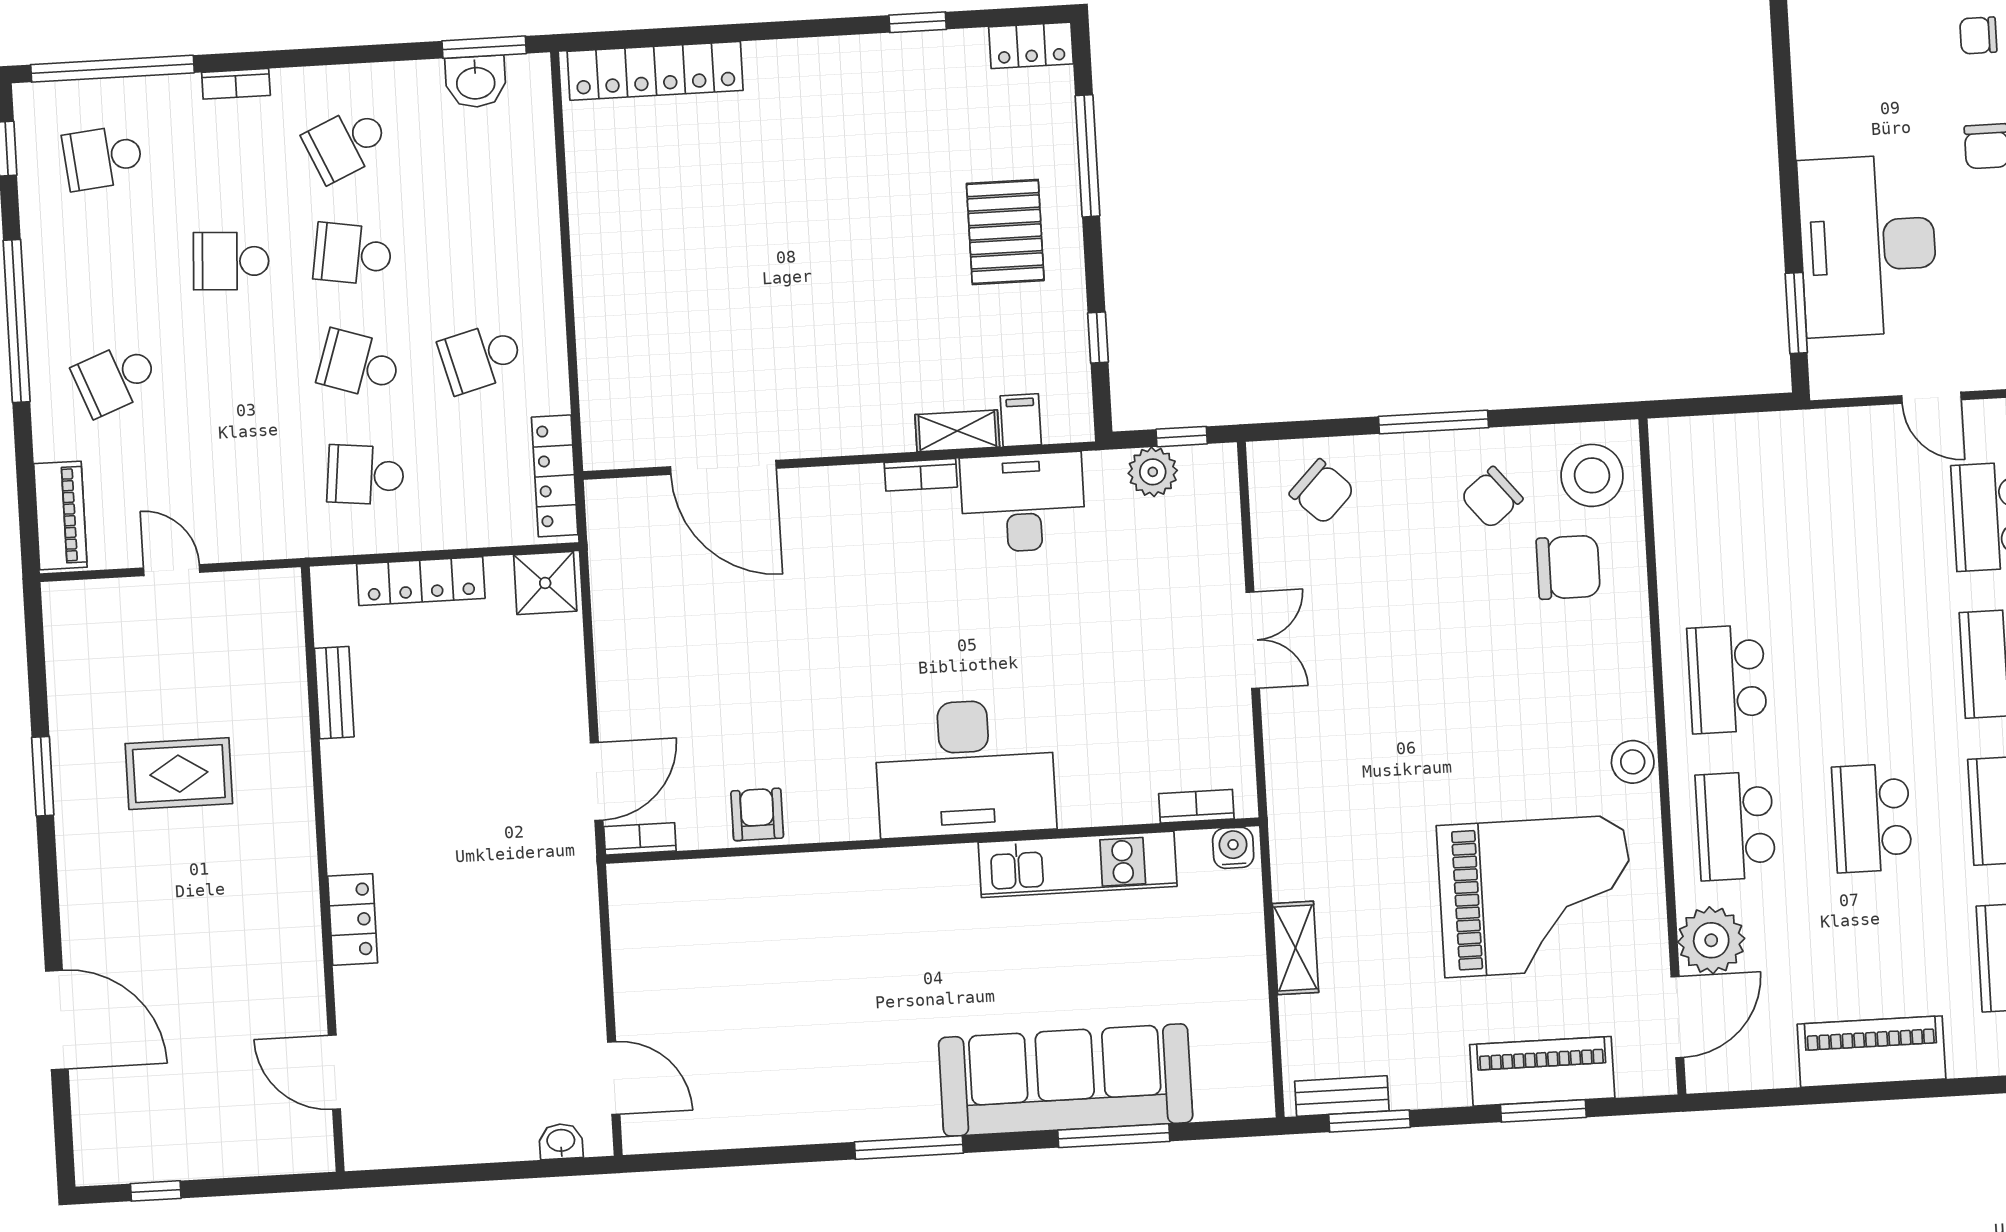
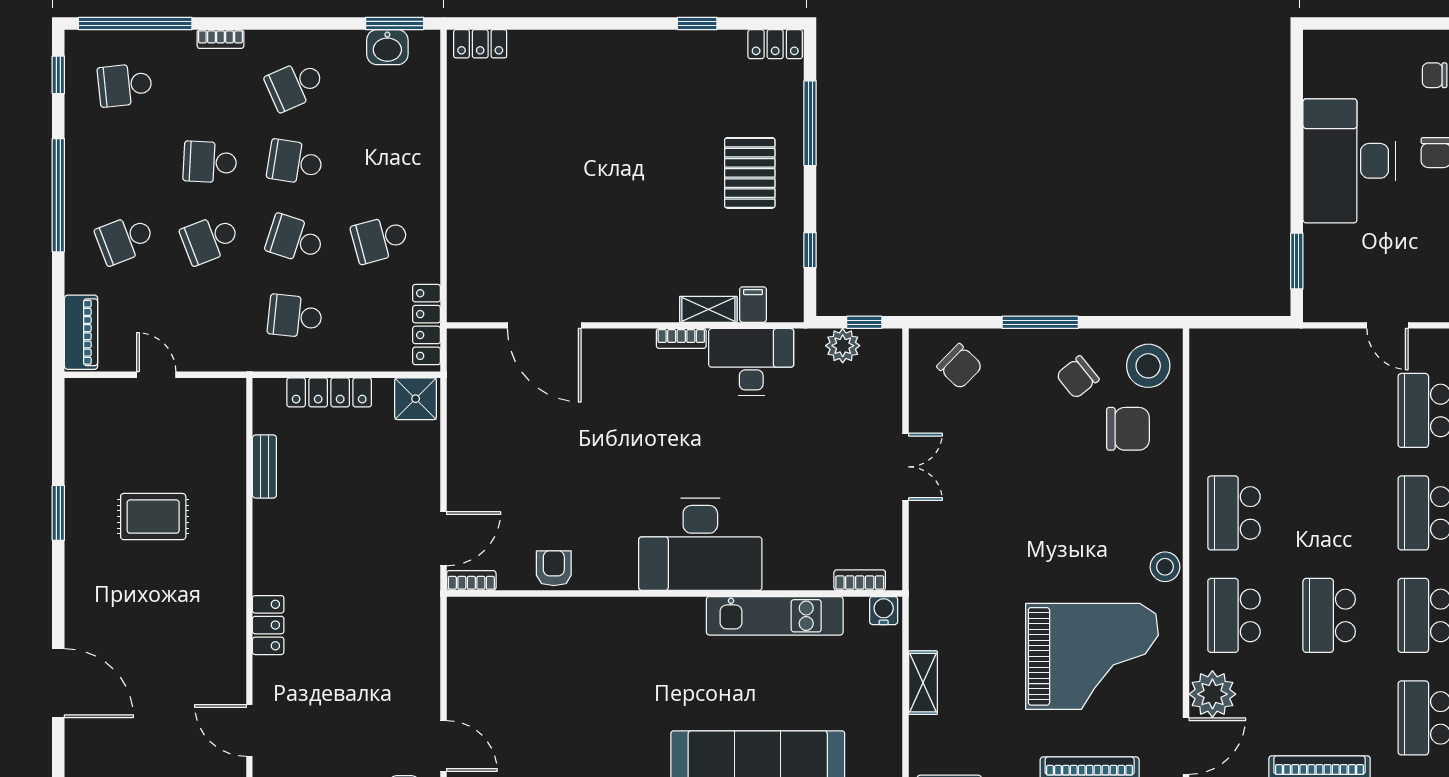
locker: (655, 71) -> (480, 44), width x0.46, depth x0.83
desk: (1868, 246) -> (1349, 161), moved
school desk: (237, 371) -> (210, 239), added

